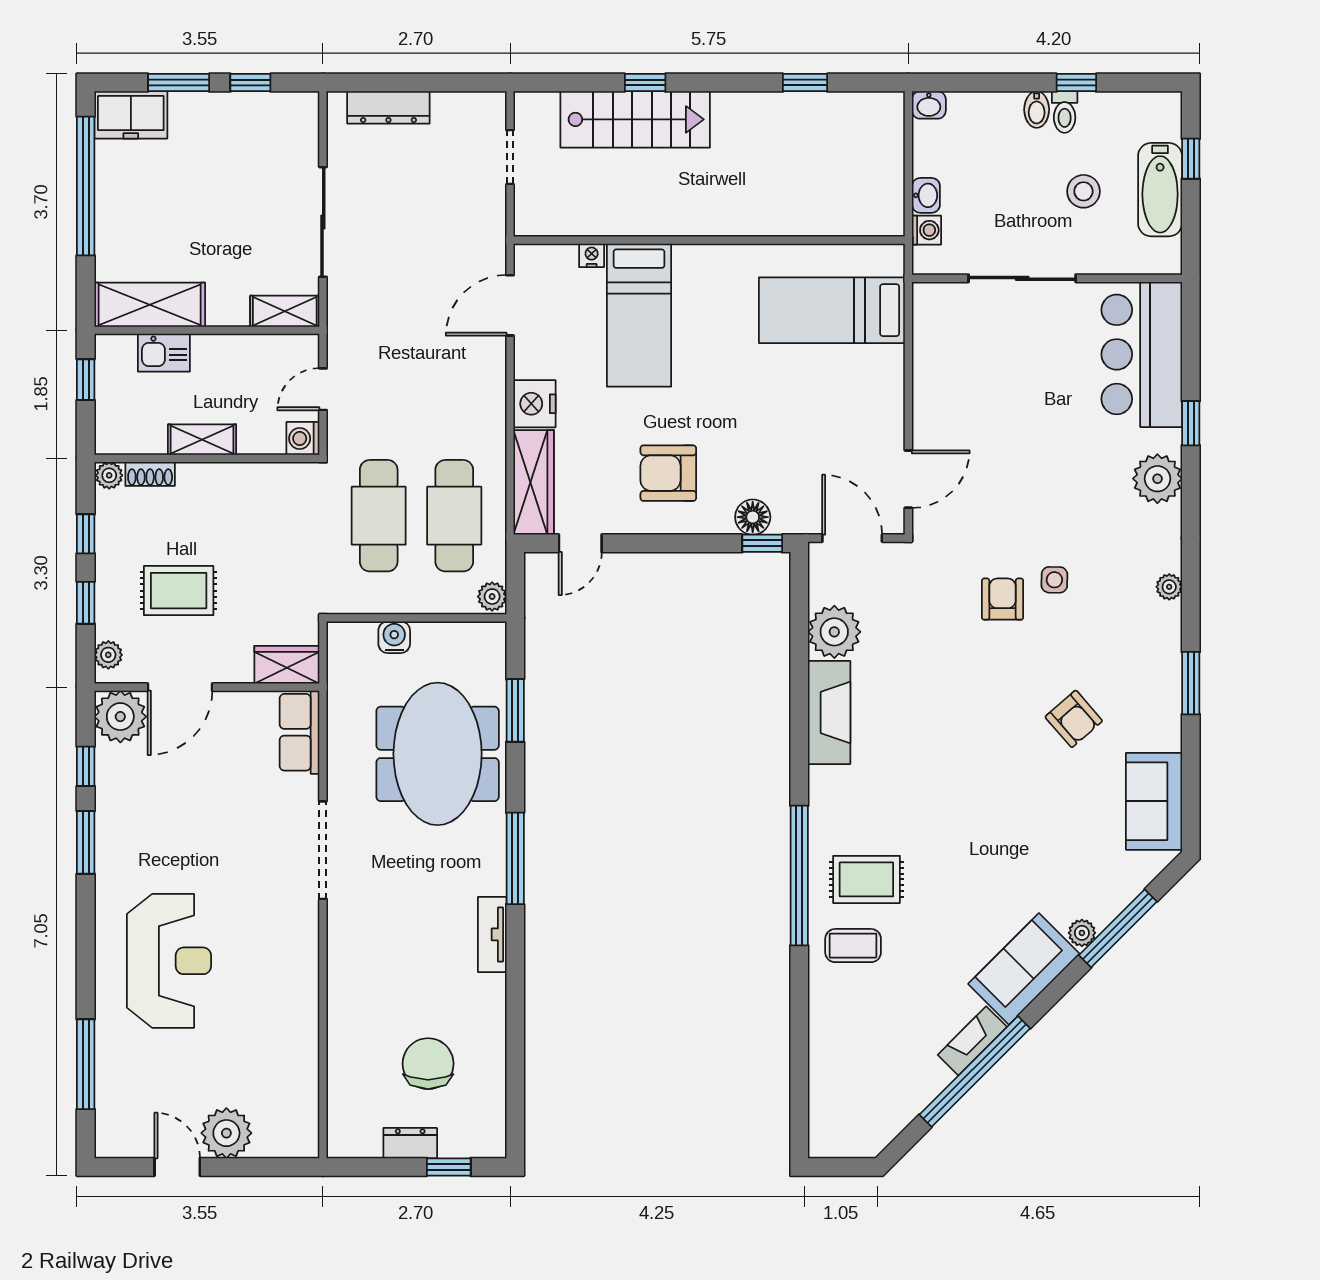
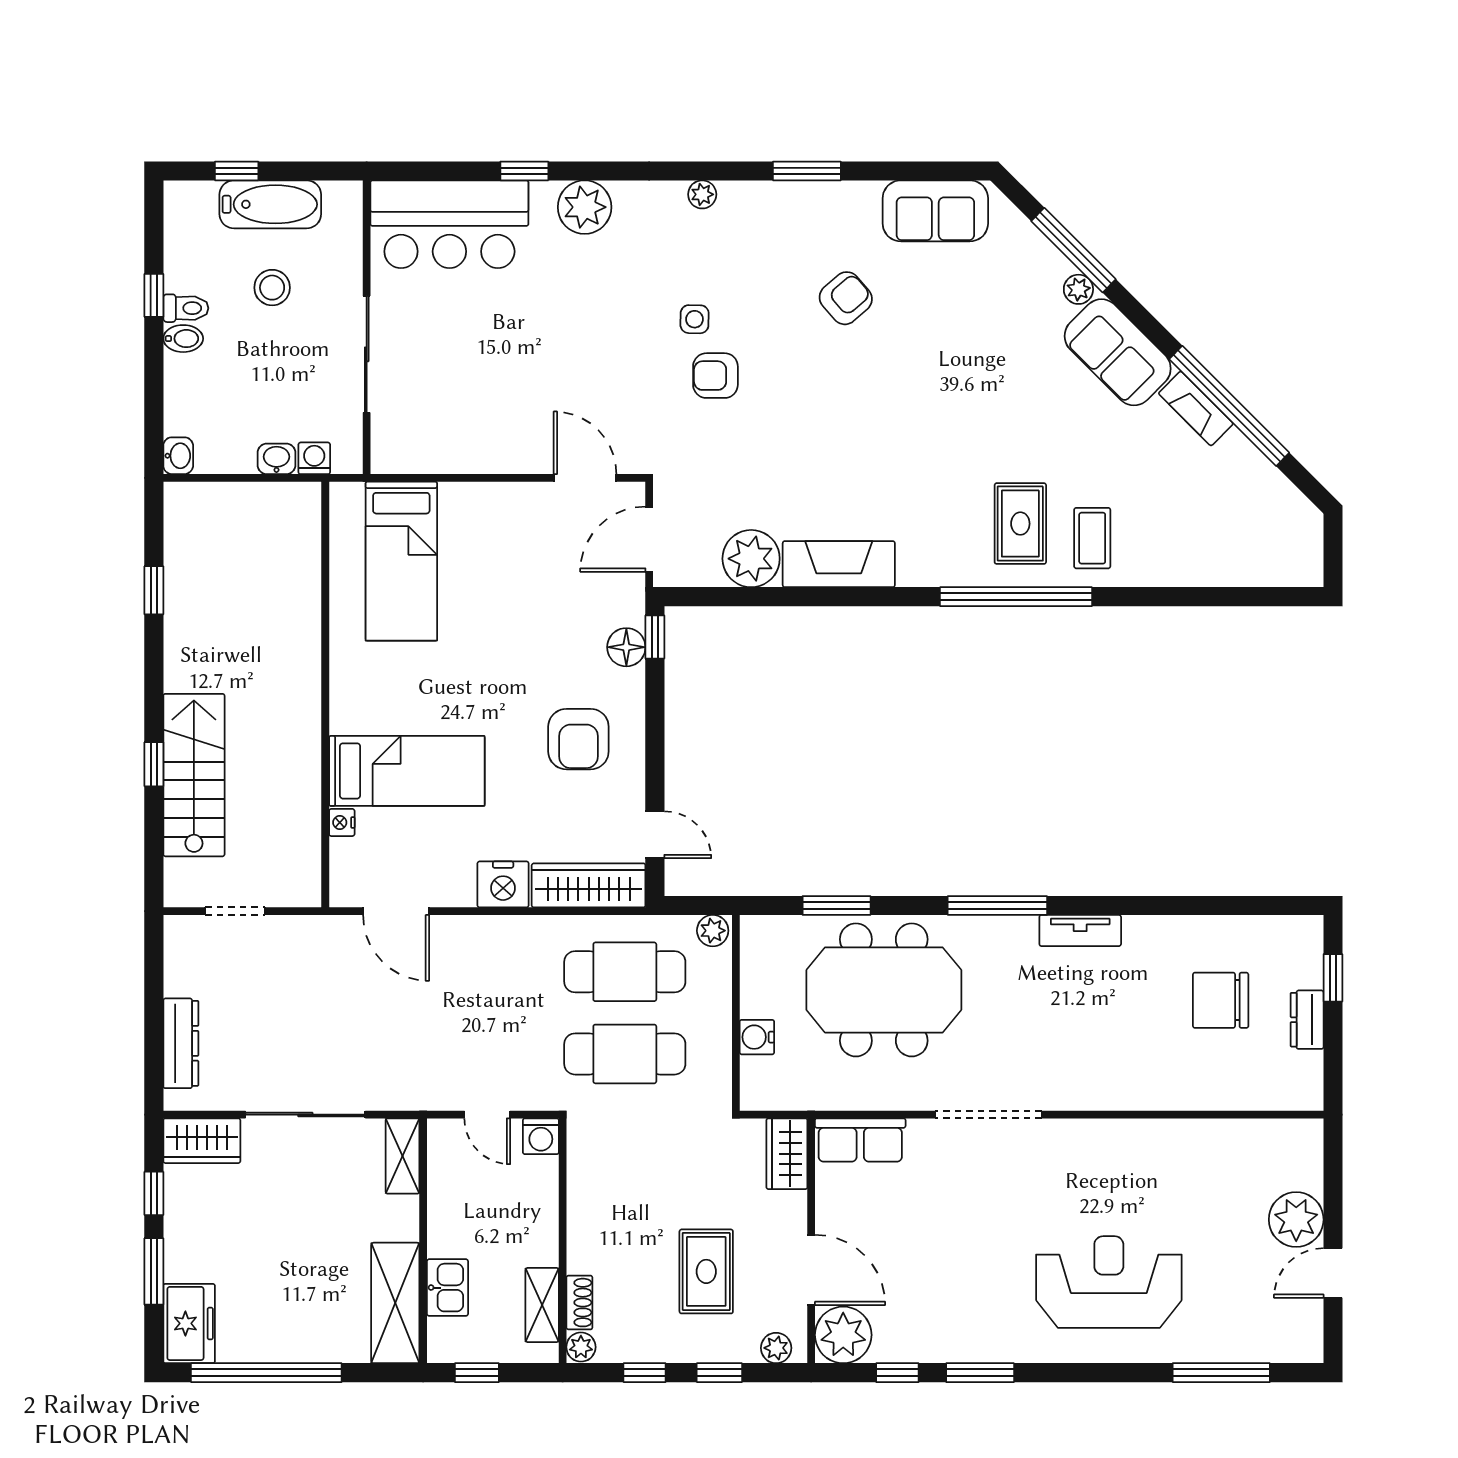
wardrobe: (299, 127) -> (202, 1141), added
shelving: (202, 440) -> (542, 1305), moved

